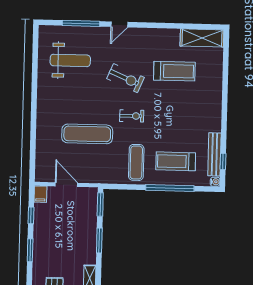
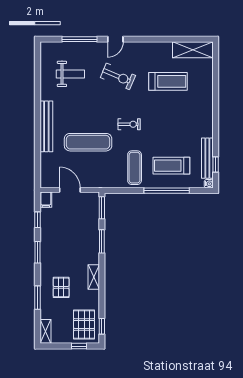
weight bench: (70, 60) -> (70, 74), width x0.73, depth x0.75
exercise bike: (126, 78) -> (118, 76), moved
bench: (43, 116) -> (46, 126), added

